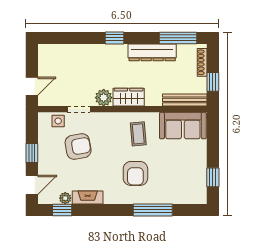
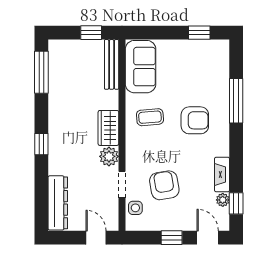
dresser: (152, 52) -> (58, 203), moved
shoe rack: (202, 62) -> (69, 45), removed

